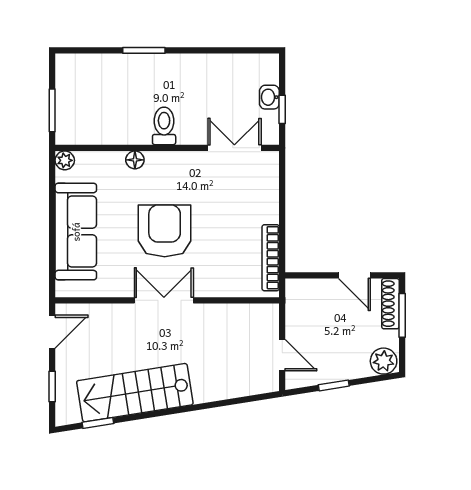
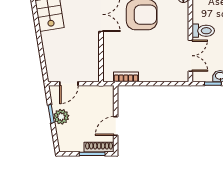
toilet: (164, 126) -> (203, 31), moved
bookcase: (271, 258) -> (126, 77), width x0.64
plant: (384, 361) -> (61, 117), moved

